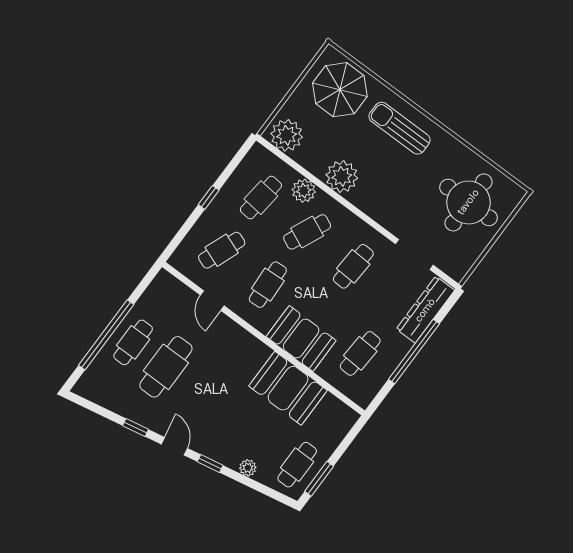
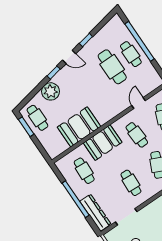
door: (212, 300) -> (139, 103), hinge flipped
plant: (248, 468) -> (51, 91), width x1.88, depth x1.88

